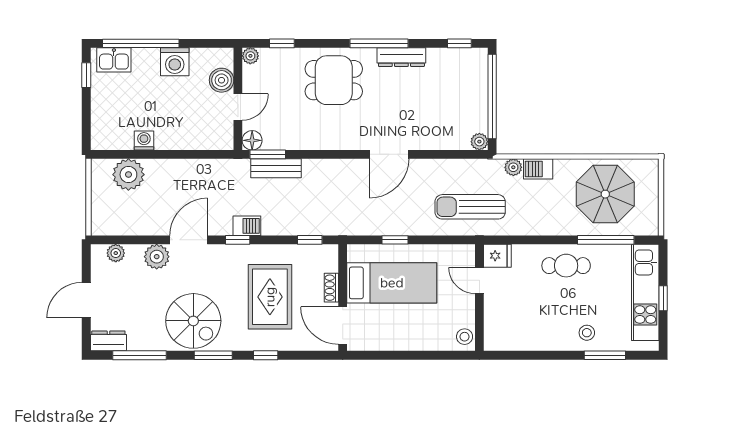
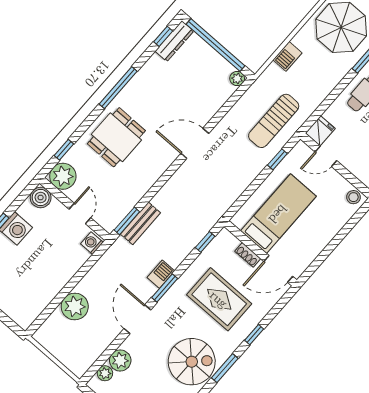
plant: (250, 56) -> (63, 176), width x1.88, depth x1.88
dresser: (401, 57) -> (174, 41), moved
boiler: (222, 80) -> (41, 198), moved
floor lamp: (252, 140) -> (109, 223), removed
washing machine: (144, 141) -> (92, 243), moved
door: (389, 154) -> (195, 143), swing flipped
plant: (513, 167) -> (273, 71), removed
plant: (128, 175) -> (75, 306), moved
window: (238, 240) -> (165, 288), width x1.50
window: (395, 240) -> (277, 159), moved
plant: (157, 257) -> (120, 361), moved

